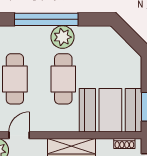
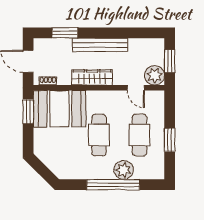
plant: (62, 37) -> (124, 170), moved
door: (19, 135) -> (136, 88), hinge flipped

